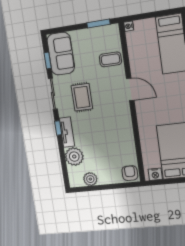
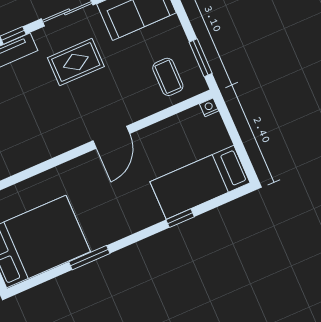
coffee table: (110, 59) -> (168, 77), moved

